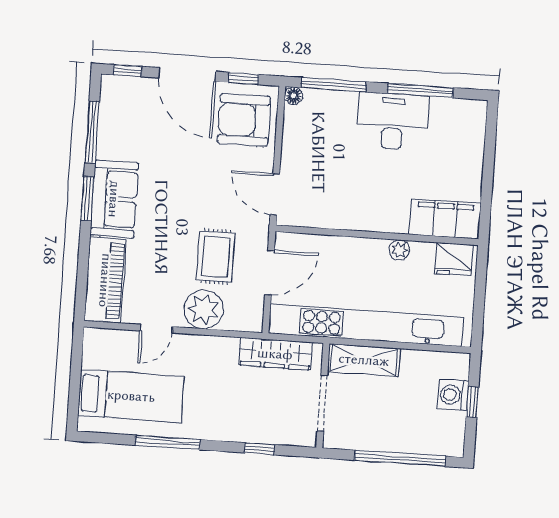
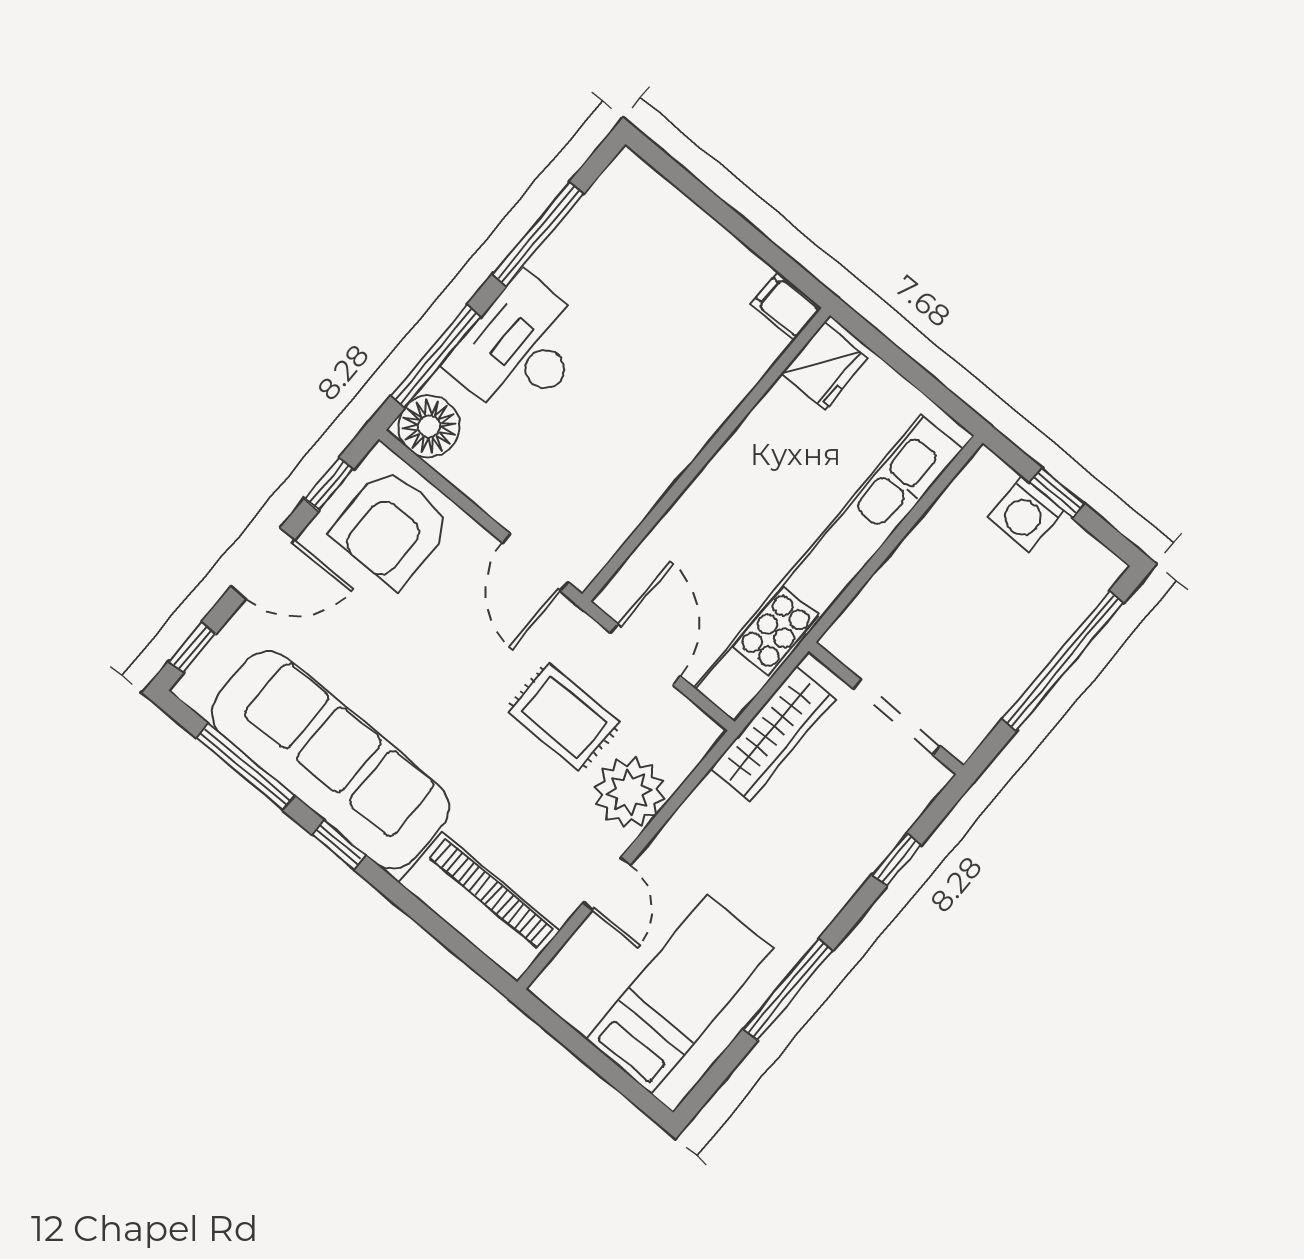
door: (187, 75) -> (263, 563), width x0.73
floor lamp: (293, 96) -> (429, 426), width x1.89, depth x1.89
desk: (393, 121) -> (520, 349), moved
door: (275, 194) -> (535, 562), hinge flipped
window: (88, 198) -> (339, 845), width x0.67
sofa: (114, 199) -> (330, 760), width x1.85, depth x1.27
filing cabinet: (445, 219) -> (786, 306), width x0.33, depth x0.86
plant: (399, 250) -> (752, 437), removed
shelving: (364, 360) -> (877, 609), removed

